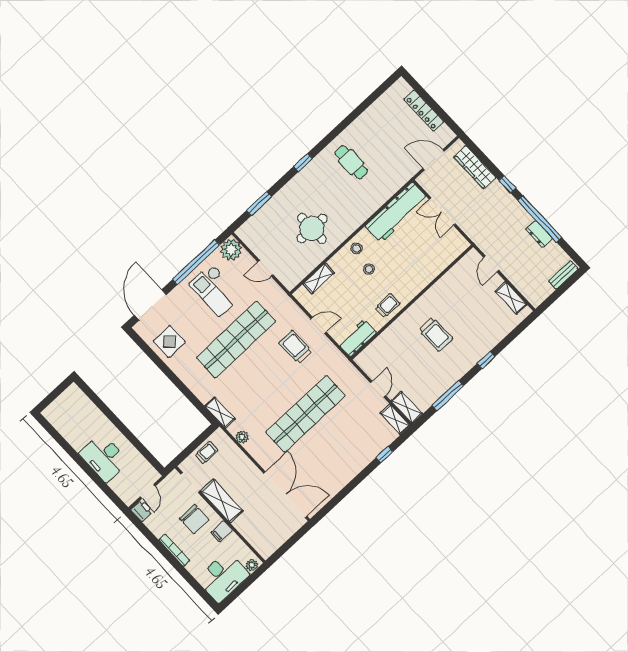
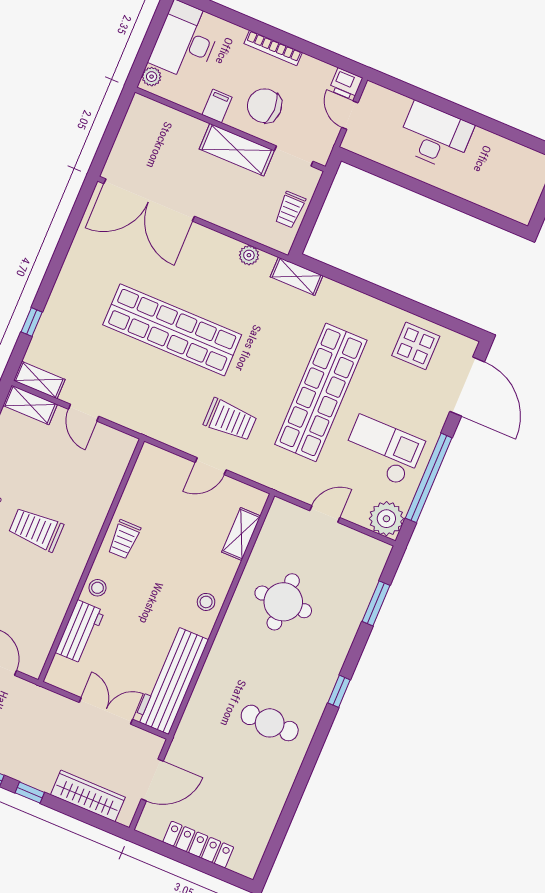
stool: (369, 269) -> (97, 588), moved
workbench: (357, 338) -> (80, 632), moved
shop shelf: (306, 414) -> (172, 330), turned 90

